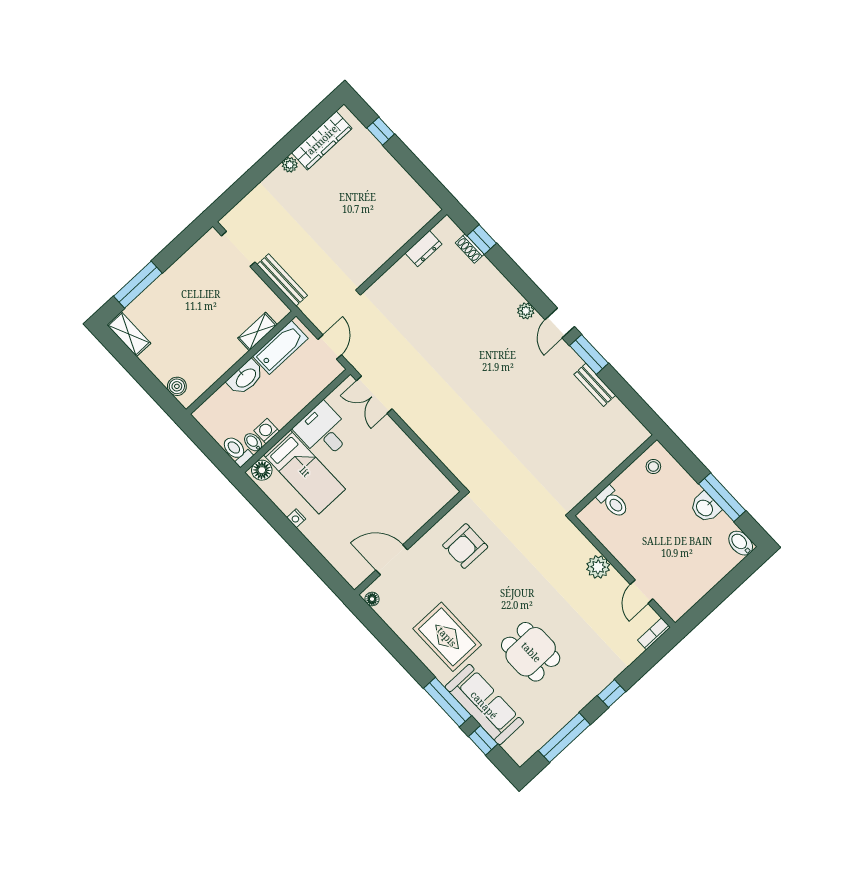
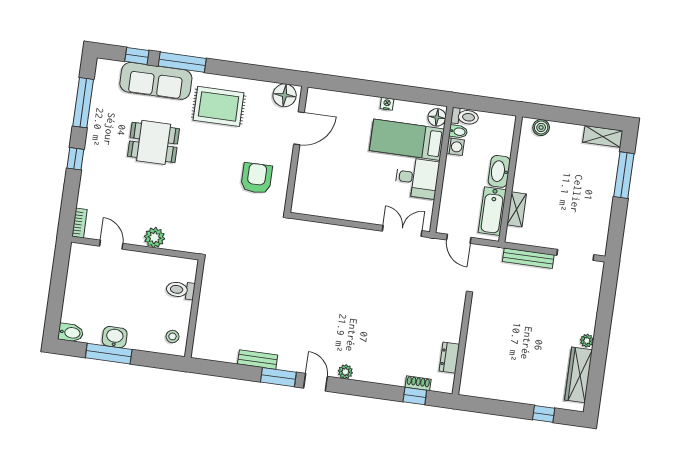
floor lamp: (372, 599) -> (285, 95), width x1.89, depth x1.89

